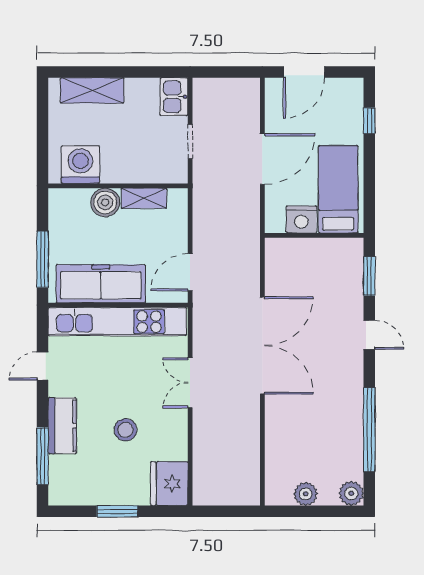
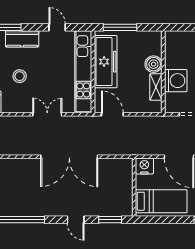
washing machine: (80, 165) -> (176, 81), moved
nightstand: (301, 219) -> (144, 166), moved, turned 90
door: (369, 335) -> (76, 220), hinge flipped

